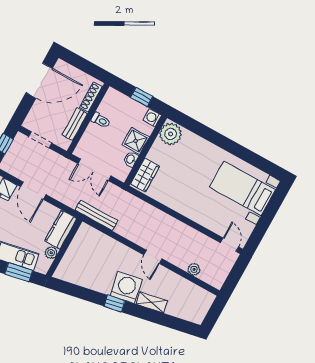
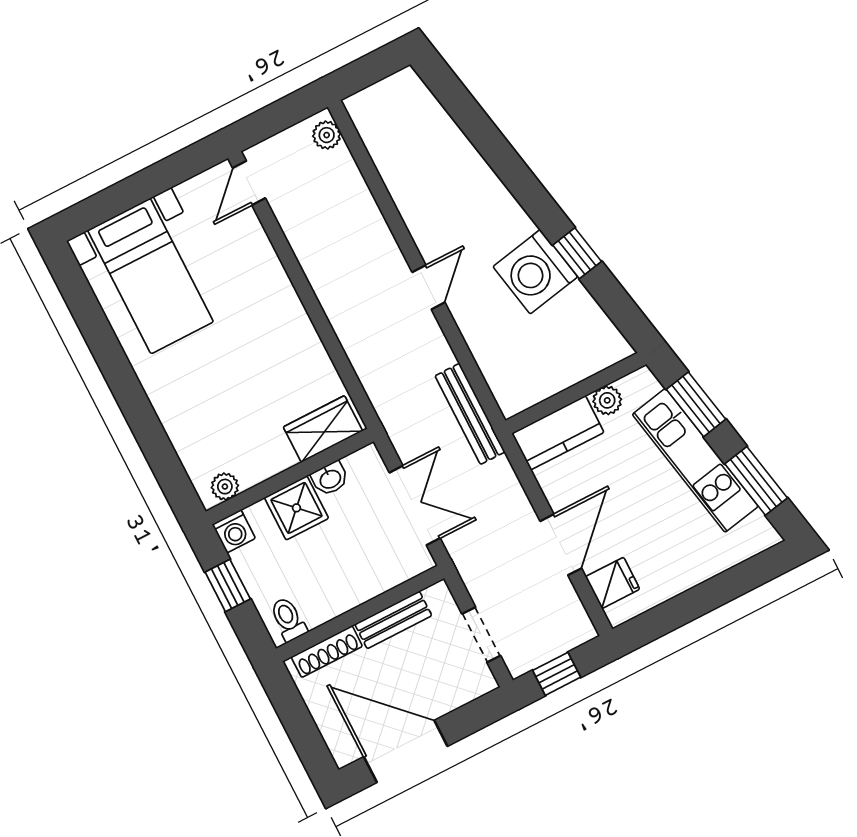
toilet: (101, 120) -> (288, 619), moved
plant: (171, 134) -> (225, 487), width x0.53, depth x0.53
door: (153, 257) -> (429, 287), moved
plant: (194, 269) -> (327, 135), moved
washing machine: (126, 287) -> (535, 272), moved
shelving: (152, 302) -> (476, 172), removed
window: (115, 304) -> (577, 253), moved

